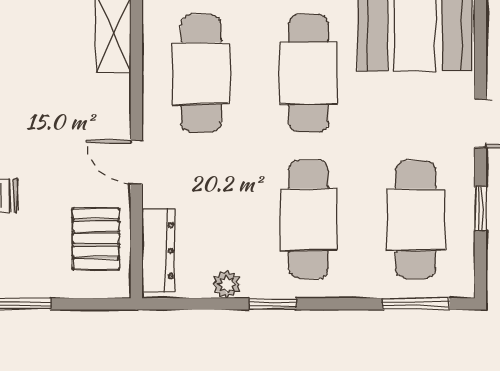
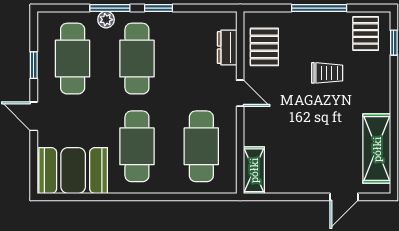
dresser: (158, 251) -> (227, 48), width x0.70
plant: (227, 285) -> (106, 20), moved
window: (416, 304) -> (110, 8), moved

